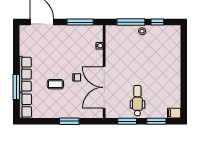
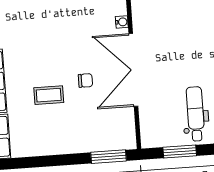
double door: (104, 87) -> (133, 70), moved
window: (69, 121) -> (108, 157), moved

